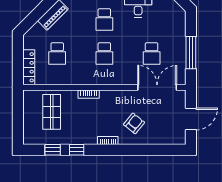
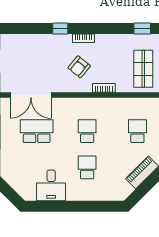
school desk: (152, 53) -> (37, 131), width x1.85
armchair: (134, 123) -> (79, 67), moved
window: (77, 150) -> (60, 28), moved

